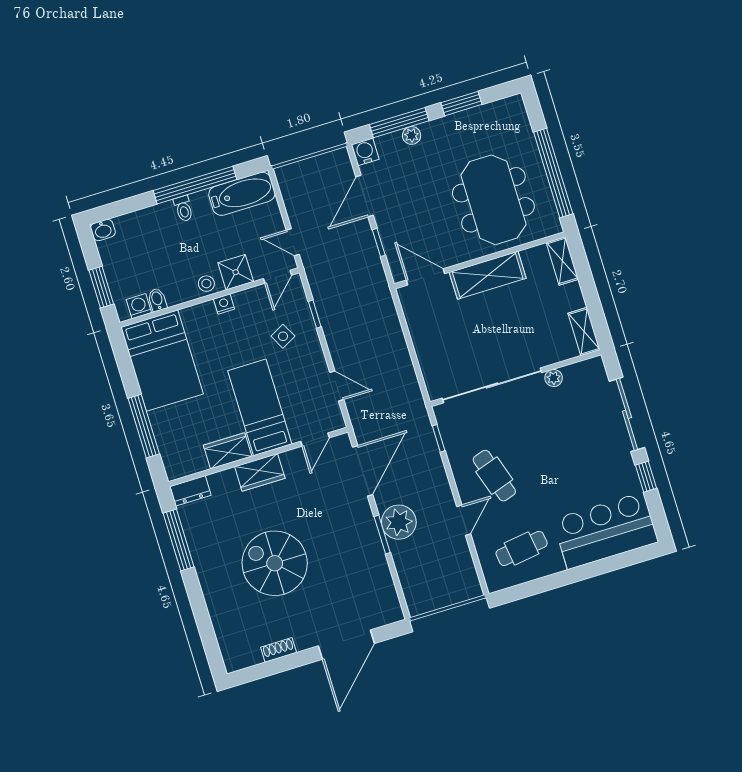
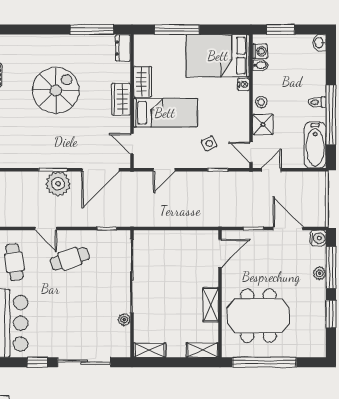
shelving: (488, 275) -> (211, 305), width x0.67, depth x0.75
nightstand: (224, 304) -> (244, 84), moved
door: (363, 471) -> (101, 170), hinge flipped

